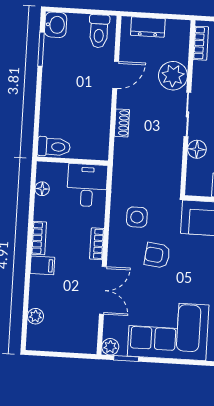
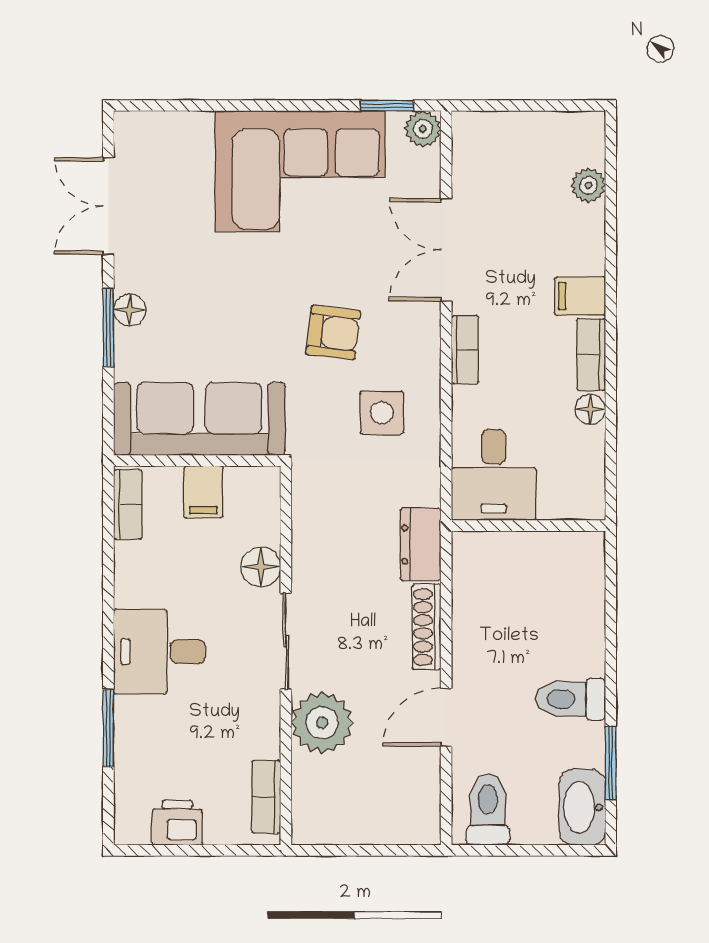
washbasin: (56, 25) -> (582, 807), width x1.38
dresser: (148, 27) -> (421, 545), moved, turned -90
shoe rack: (122, 123) -> (426, 627), width x1.43
toilet: (54, 147) -> (571, 699), moved
floor lamp: (42, 189) -> (590, 409), moved

